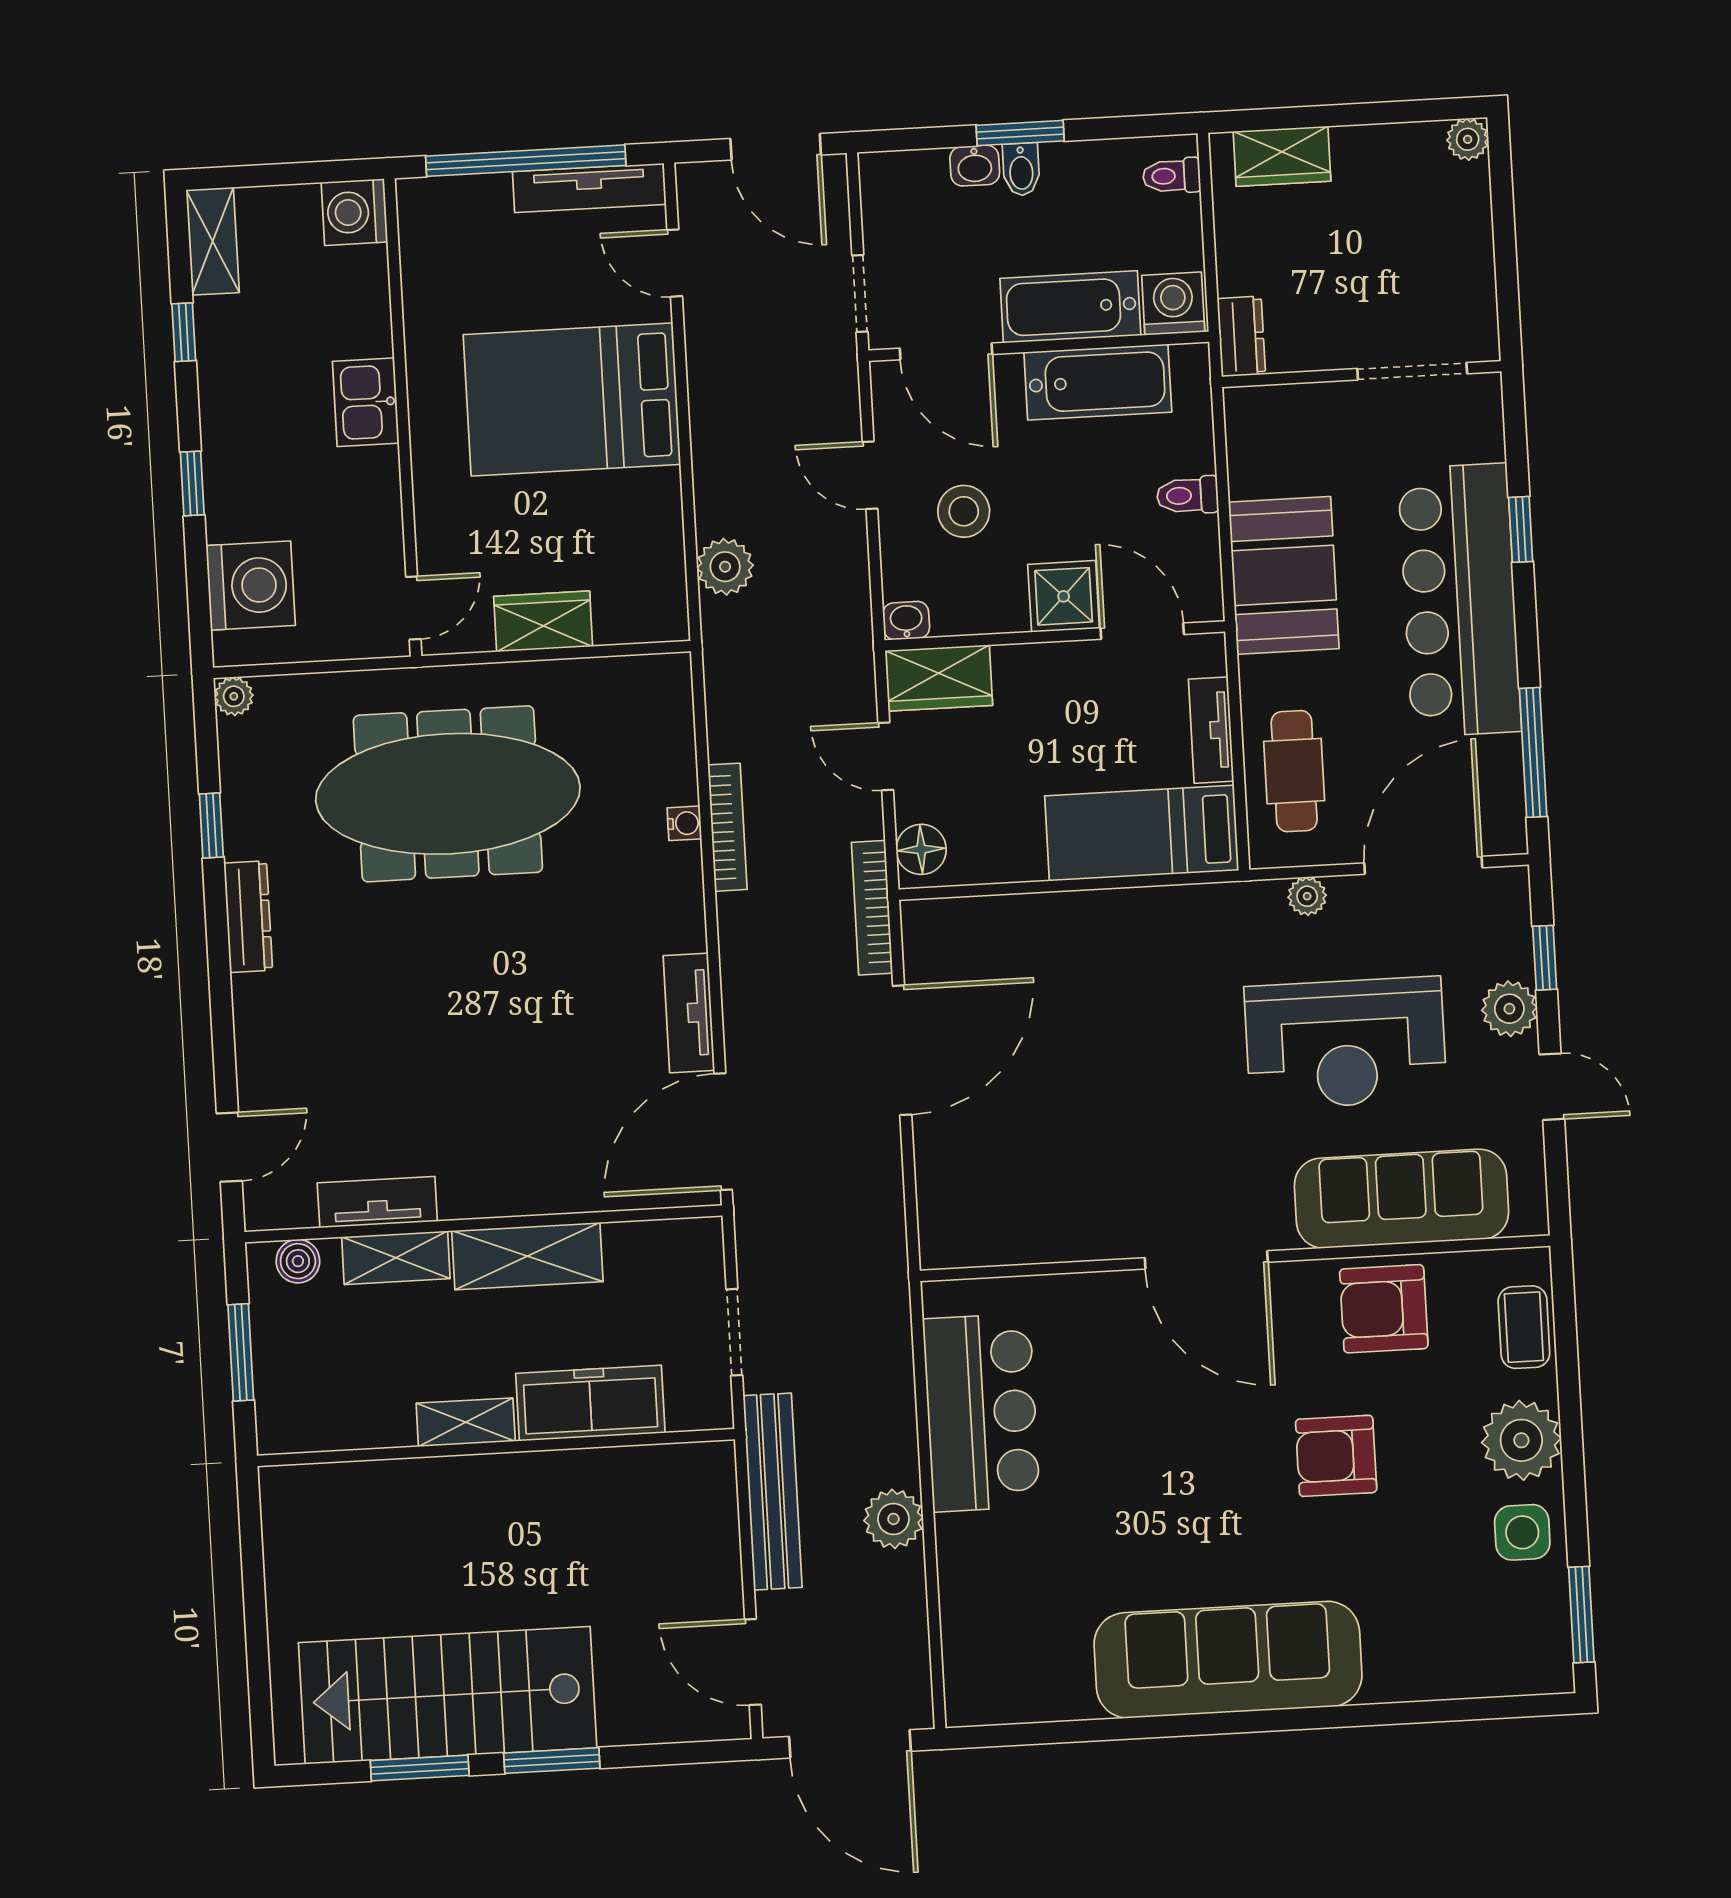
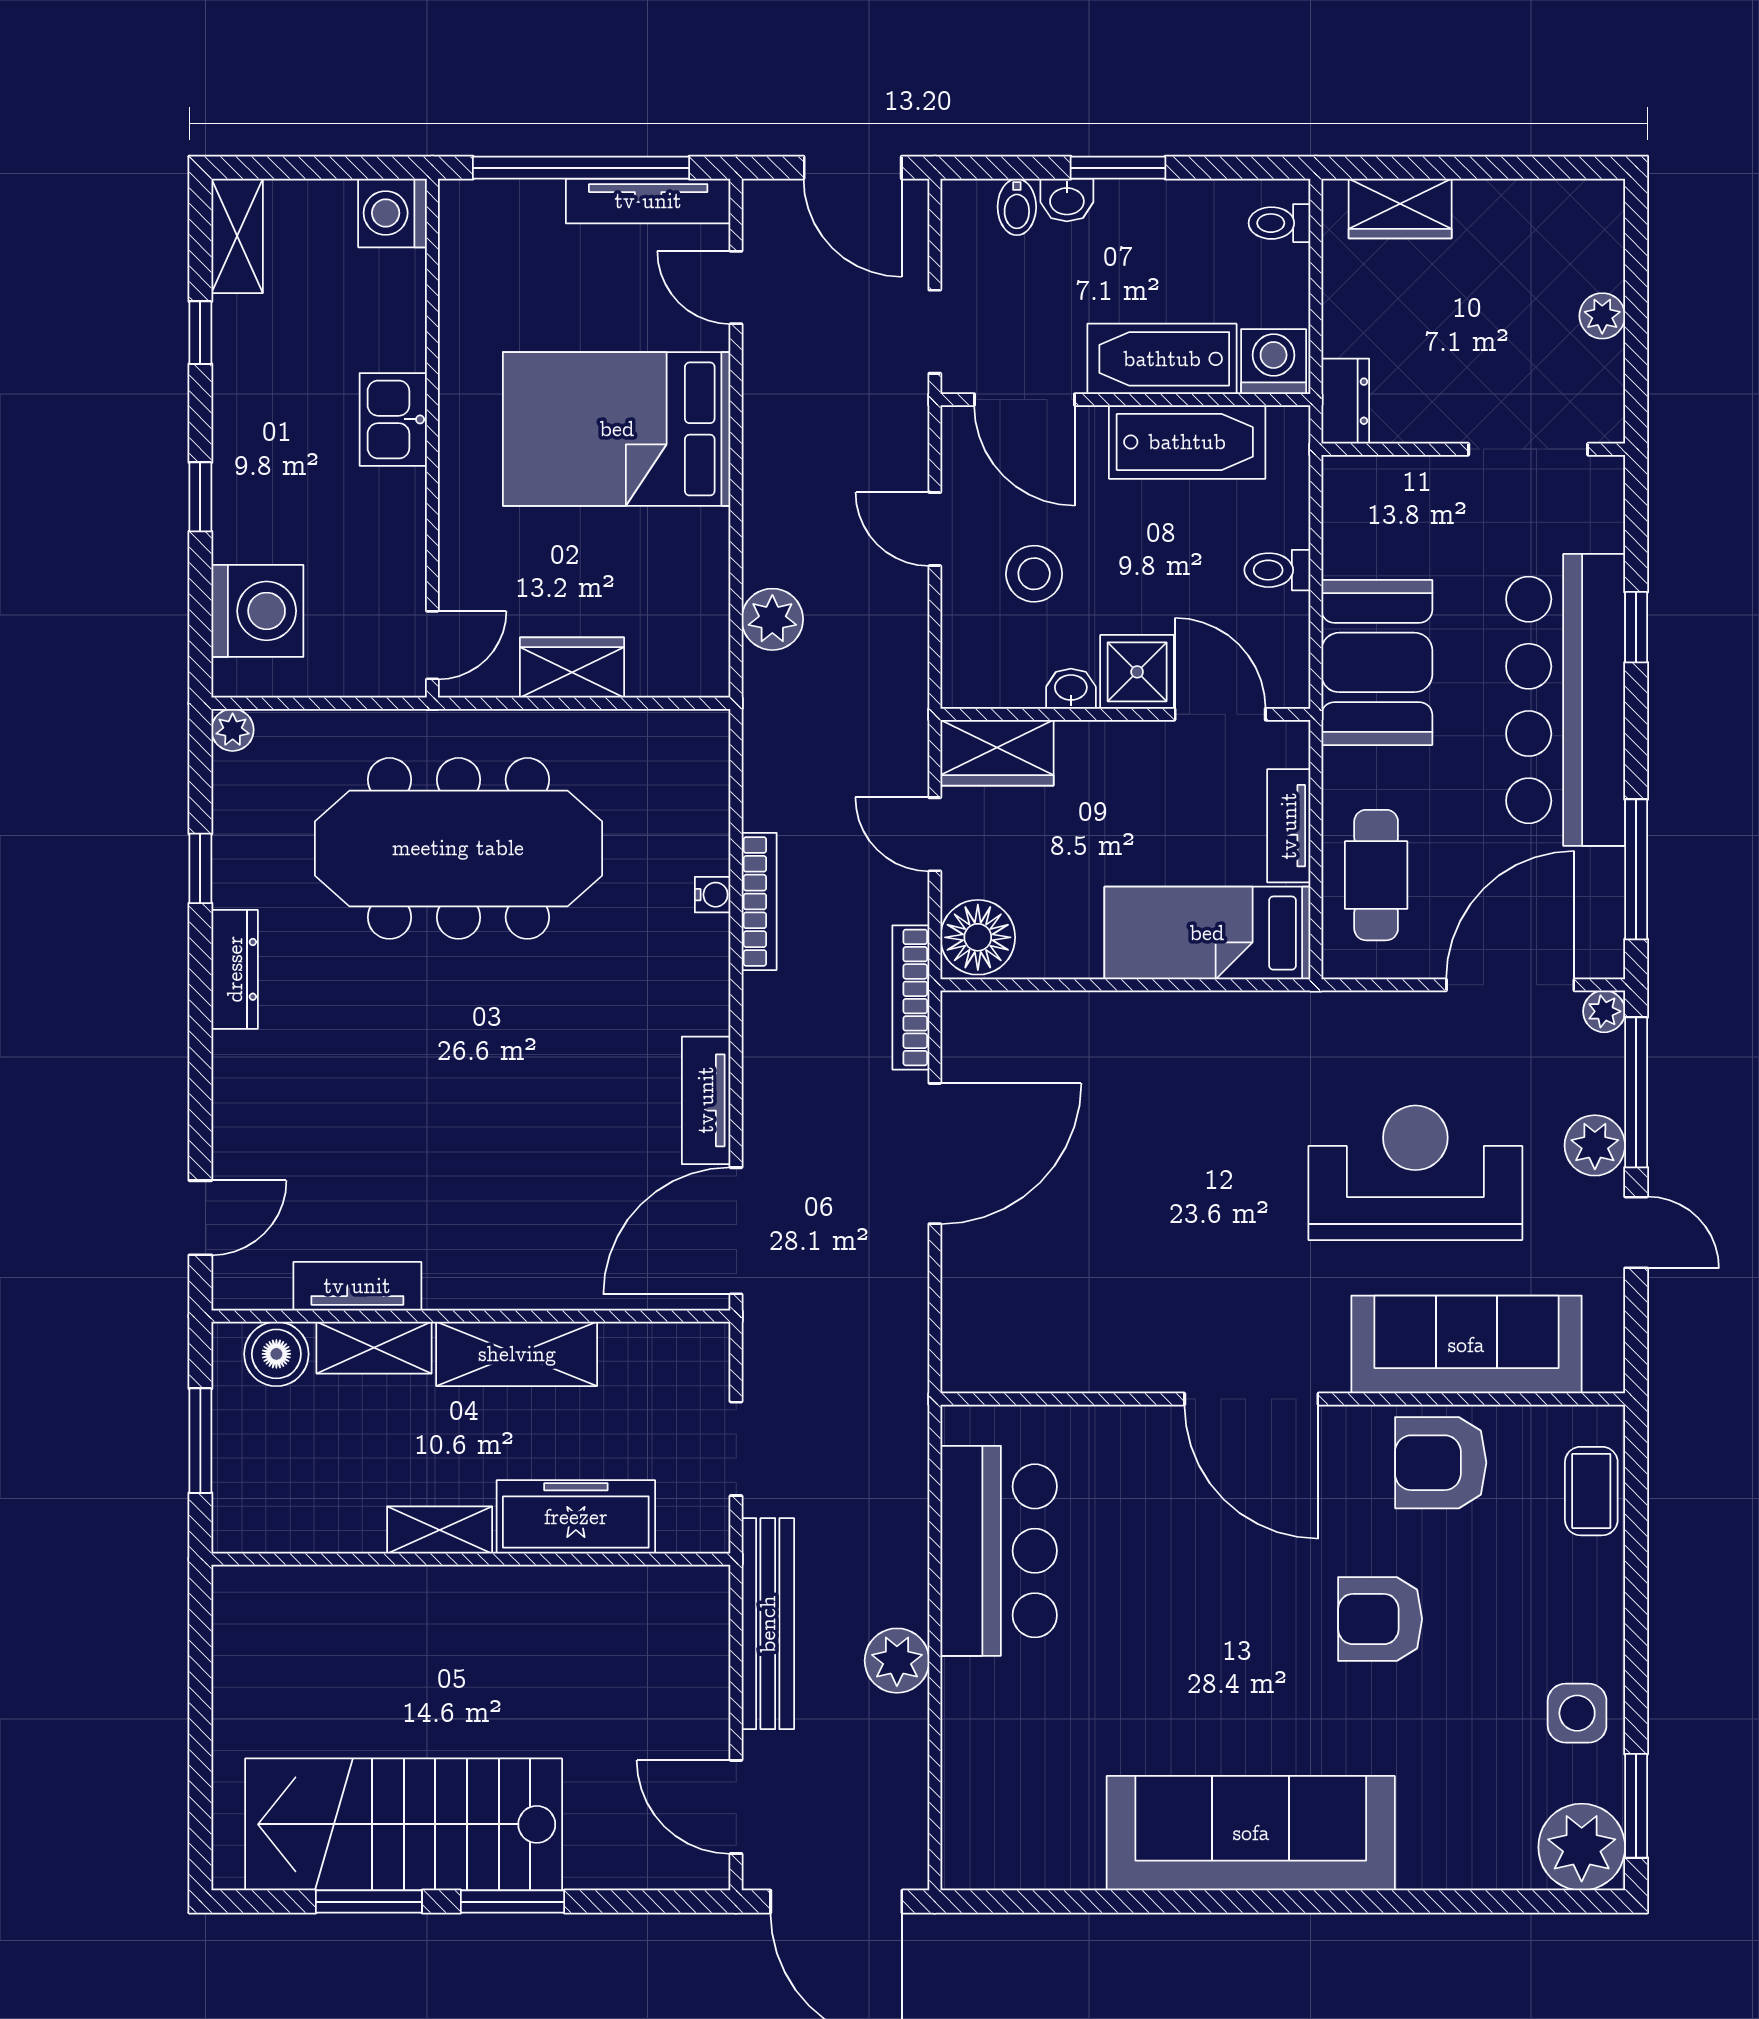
plant: (1468, 139) -> (1602, 316), moved
bidet: (1021, 169) -> (1017, 207), moved
washbasin: (906, 621) -> (1071, 689), moved
floor lamp: (921, 849) -> (978, 937), width x1.38, depth x1.38
plant: (1307, 896) -> (1604, 1011), moved
window: (1545, 958) -> (1636, 1092), width x2.17
reception desk: (1346, 1043) -> (1415, 1173), turned 180
boiler: (298, 1261) -> (276, 1354), width x1.36, depth x1.36
plant: (1521, 1440) -> (1582, 1847), moved

